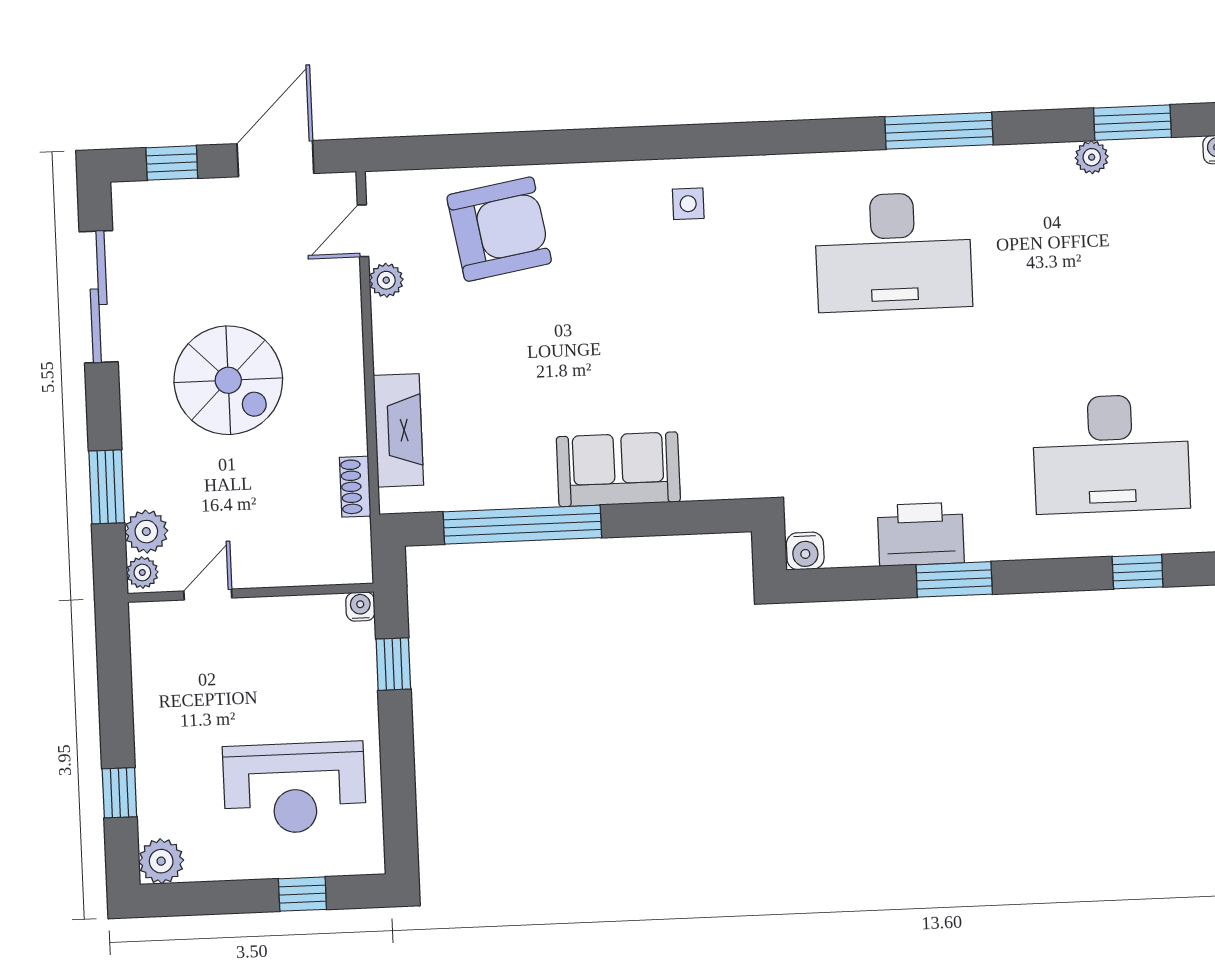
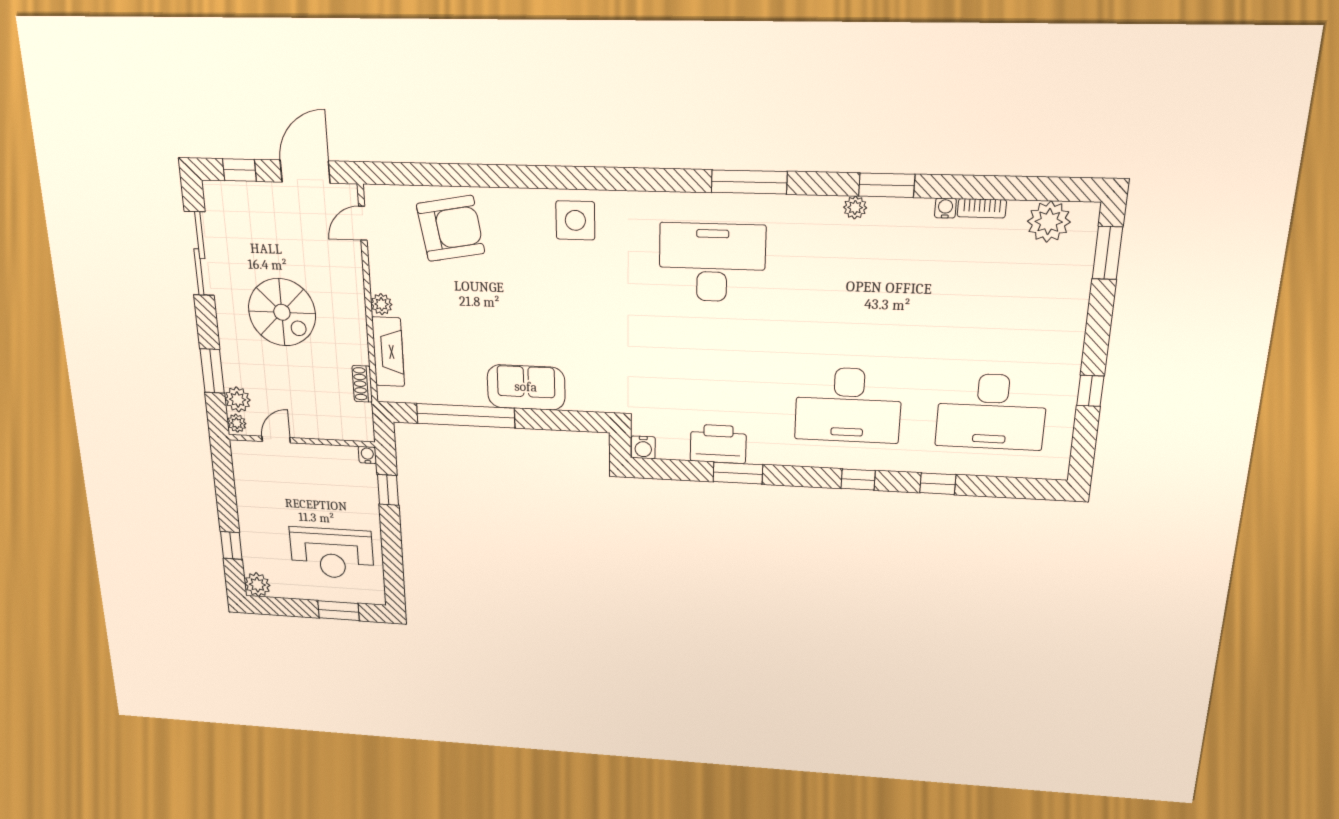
side table: (688, 204) -> (575, 220), width x1.87, depth x1.87
desk: (893, 252) -> (712, 263), turned 180
plant: (386, 280) -> (381, 304), moved
window: (302, 894) -> (338, 611), width x1.50

